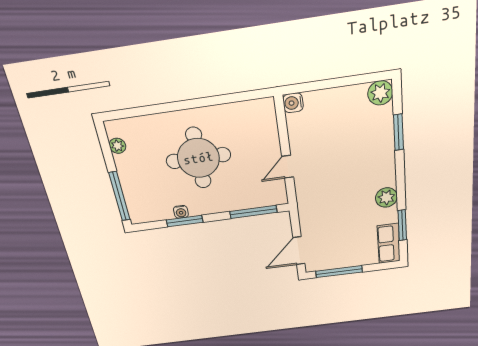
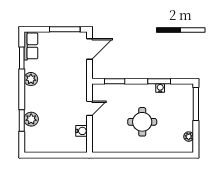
plant: (380, 93) -> (31, 119), moved
water cooler: (293, 103) -> (81, 131), moved
round table: (198, 158) -> (142, 122), width x0.73, depth x0.73
window: (253, 212) -> (115, 81), width x0.69

